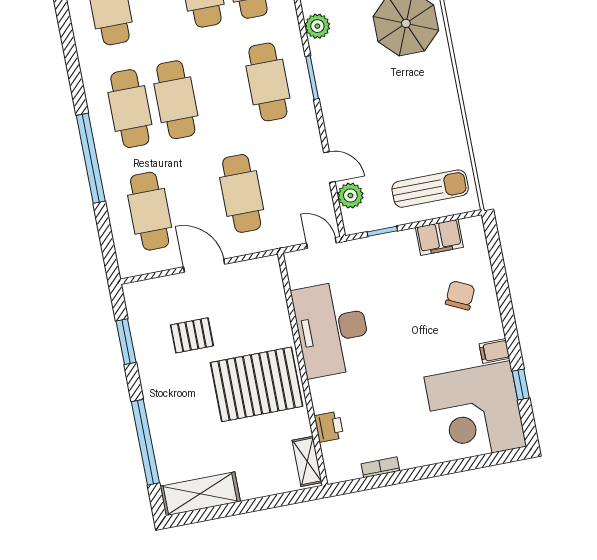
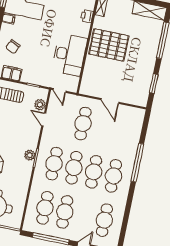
plant: (317, 26) -> (30, 155), moved
cafe table: (150, 211) -> (74, 168), moved
pallet: (192, 335) -> (126, 75), removed

